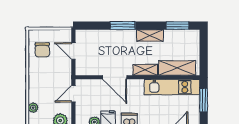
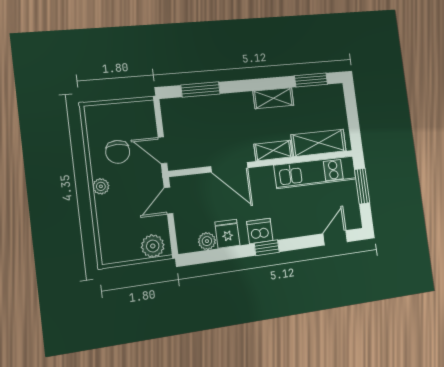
window: (123, 26) -> (200, 89), moved
chair: (42, 50) -> (118, 152), moved
door: (73, 51) -> (162, 150), moved
plant: (33, 108) -> (101, 186), moved

